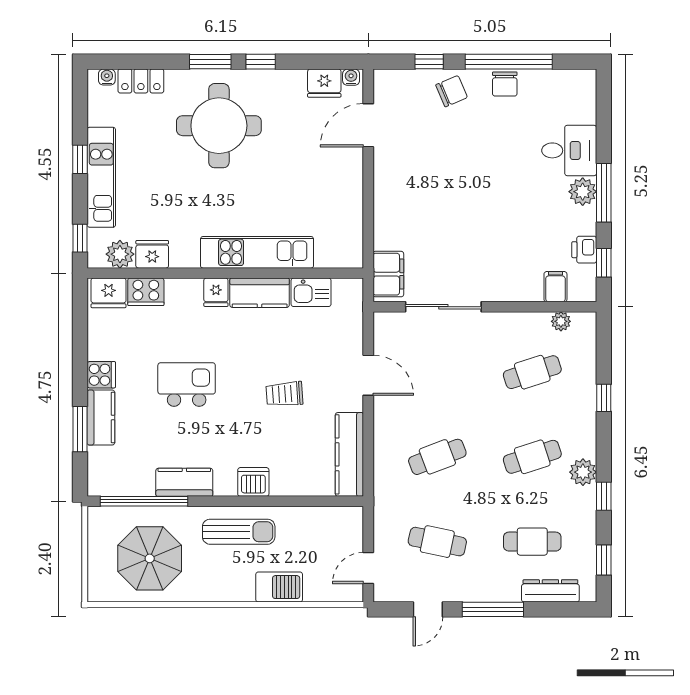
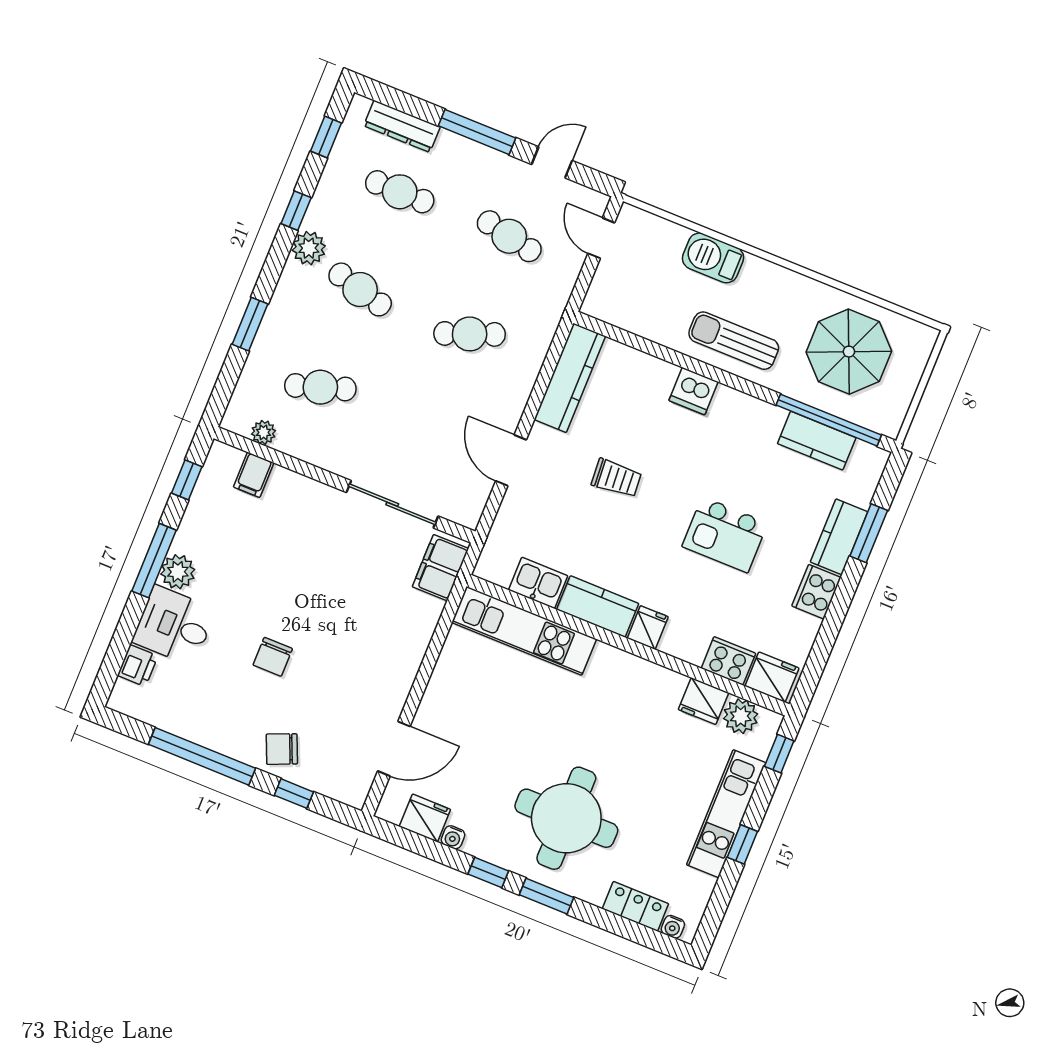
water cooler: (351, 77) -> (453, 837), moved
chair: (505, 84) -> (273, 657), moved, turned 180
printer: (584, 250) -> (138, 666), moved
kitchen unit: (257, 252) -> (524, 631), moved
cooker: (101, 375) -> (816, 592), width x1.36
window: (604, 398) -> (250, 324), width x1.50
cafe table: (532, 457) -> (360, 289), turned 33
kitchen counter: (184, 482) -> (817, 441), moved
door: (368, 568) -> (601, 238), swing flipped

